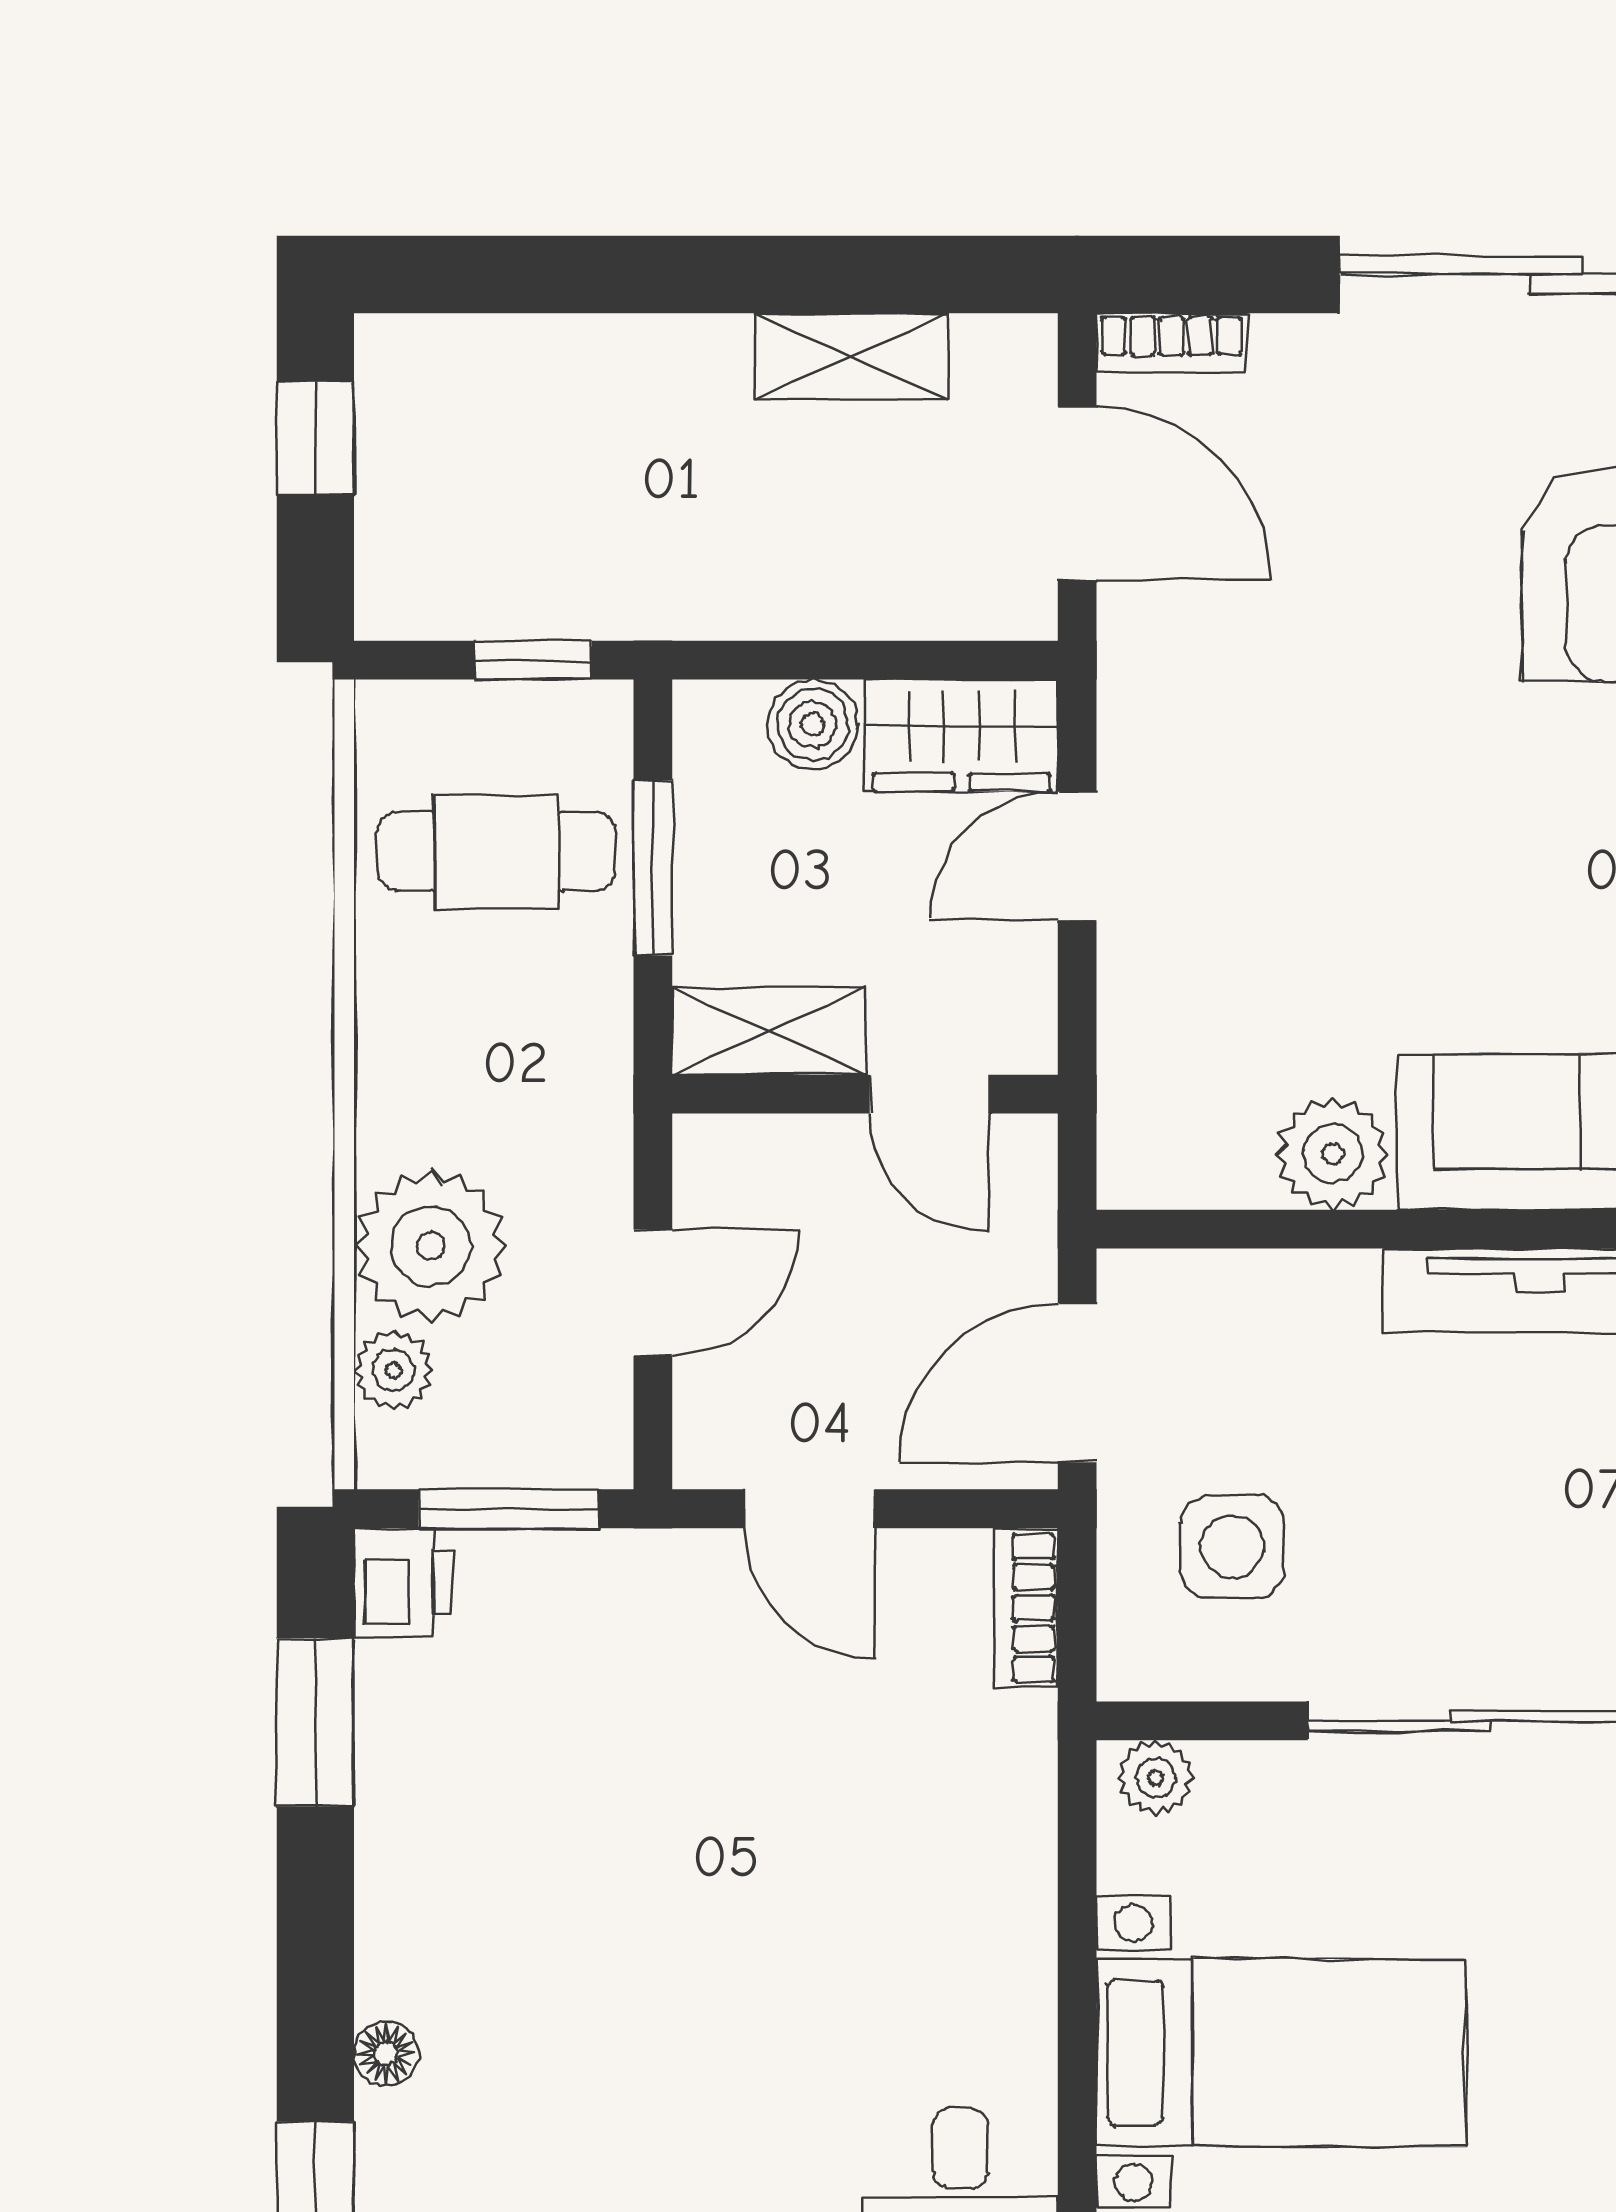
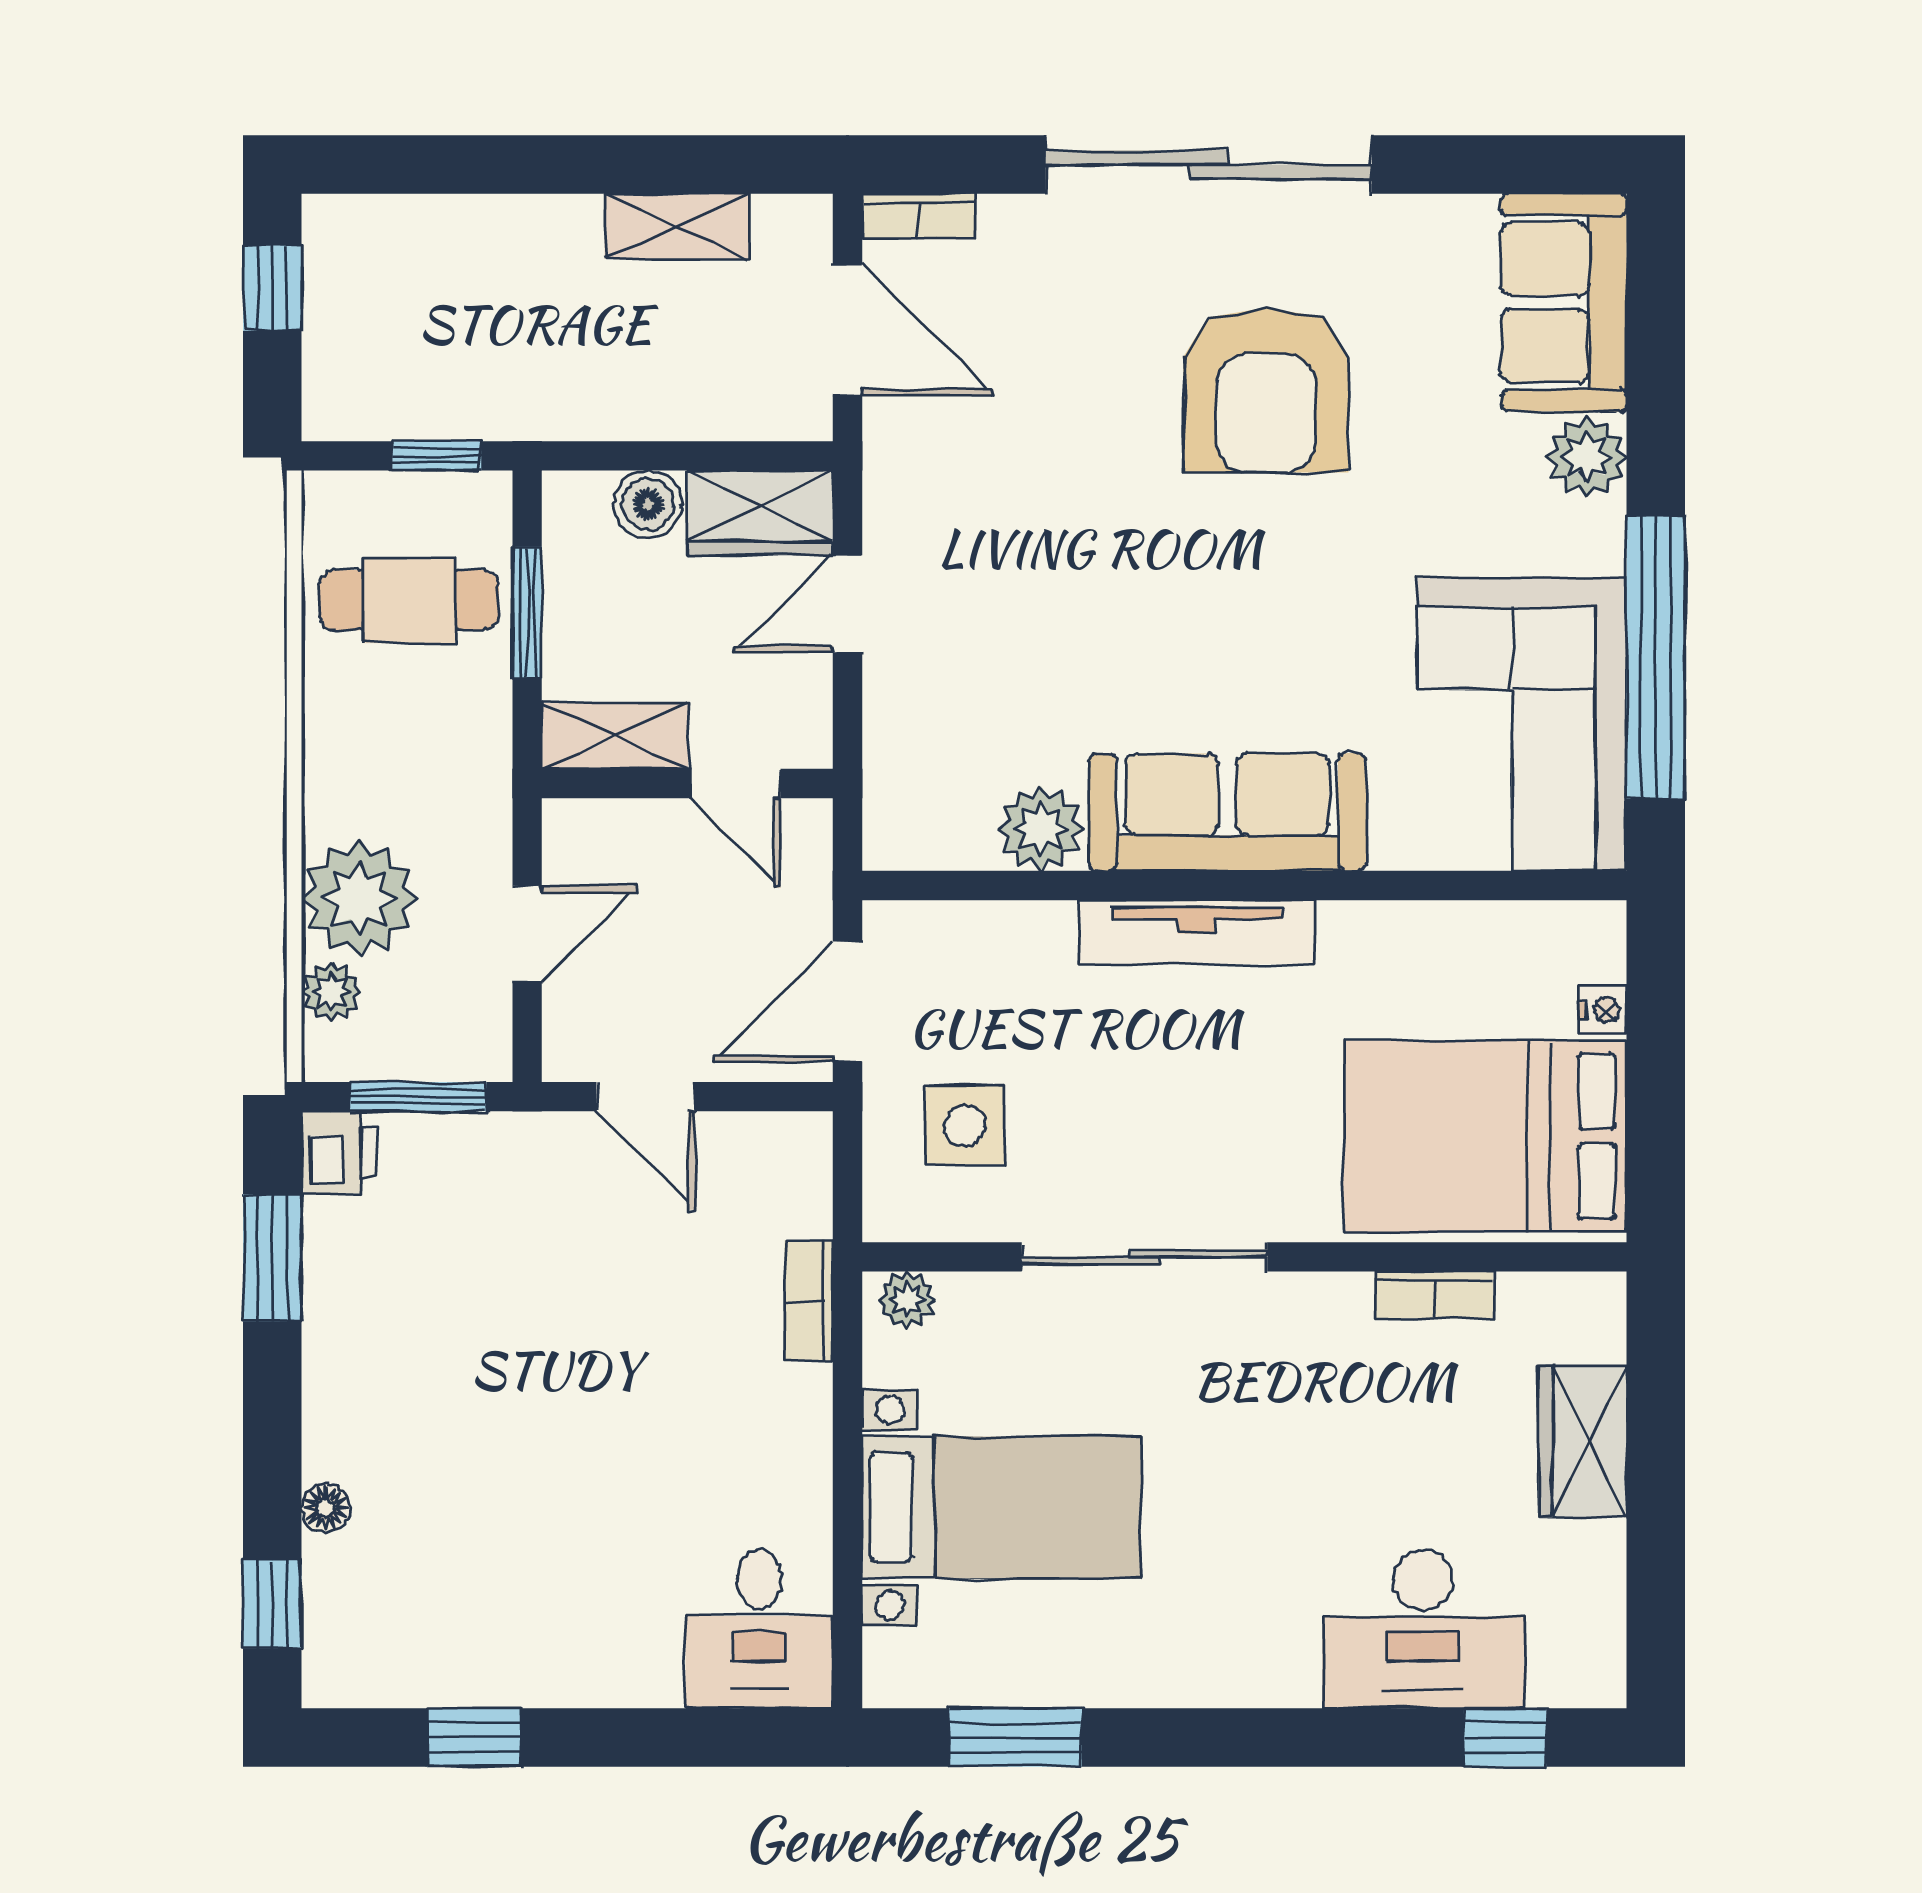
bookcase: (1026, 1608) -> (809, 1301), moved

